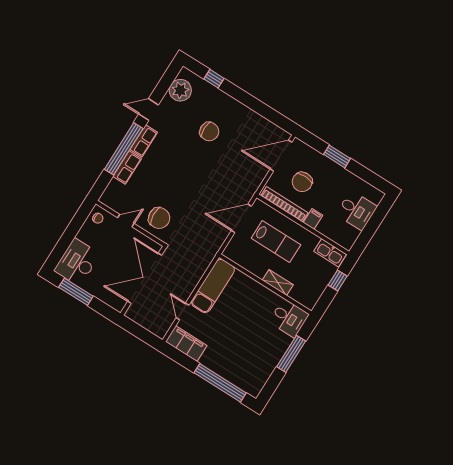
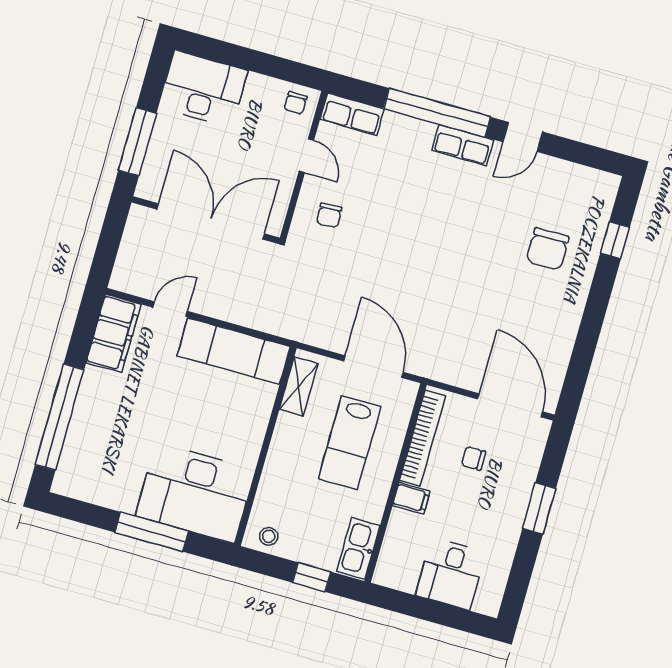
plant: (180, 90) -> (575, 185), removed
door: (149, 110) -> (523, 137), swing flipped
chair: (209, 131) -> (547, 249), moved
row of seats: (127, 167) -> (352, 114), moved
chair: (302, 182) -> (473, 458), width x0.54, depth x0.54
chair: (159, 218) -> (329, 215), width x0.54, depth x0.54
shelving: (278, 282) -> (299, 386), moved
window: (76, 292) -> (137, 142), moved
stool: (311, 296) -> (269, 536), added
desk: (289, 318) -> (195, 493), width x1.87, depth x1.30

